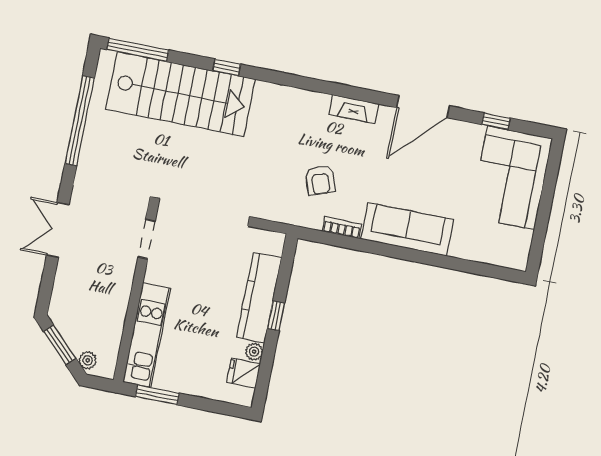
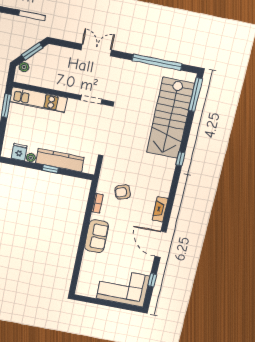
window: (227, 67) -> (180, 159), moved
sofa: (407, 229) -> (97, 236), width x0.73

